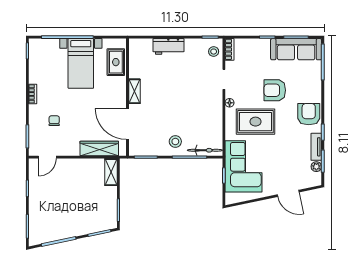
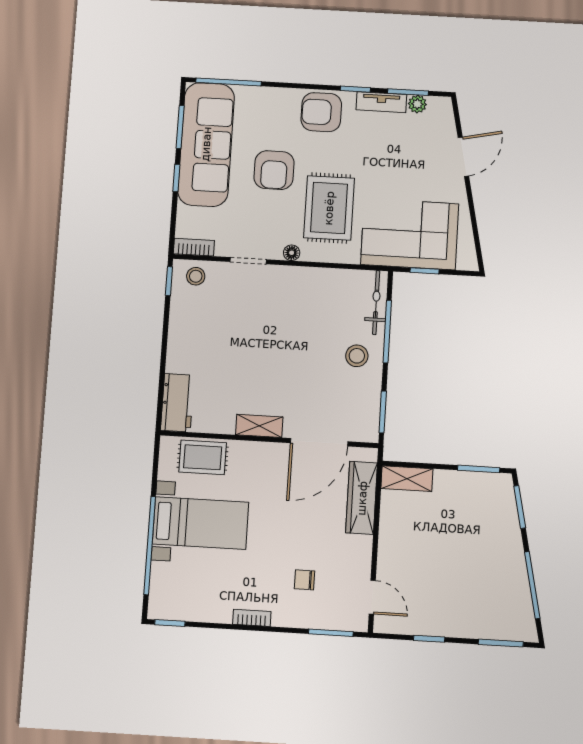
workbench: (168, 46) -> (177, 403), moved
sofa: (296, 49) -> (206, 144), width x1.36, depth x1.27

